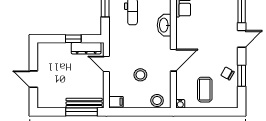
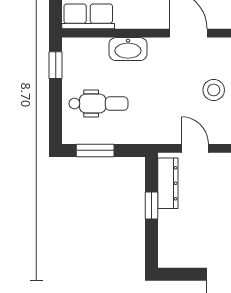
door: (106, 64) -> (195, 148), swing flipped

